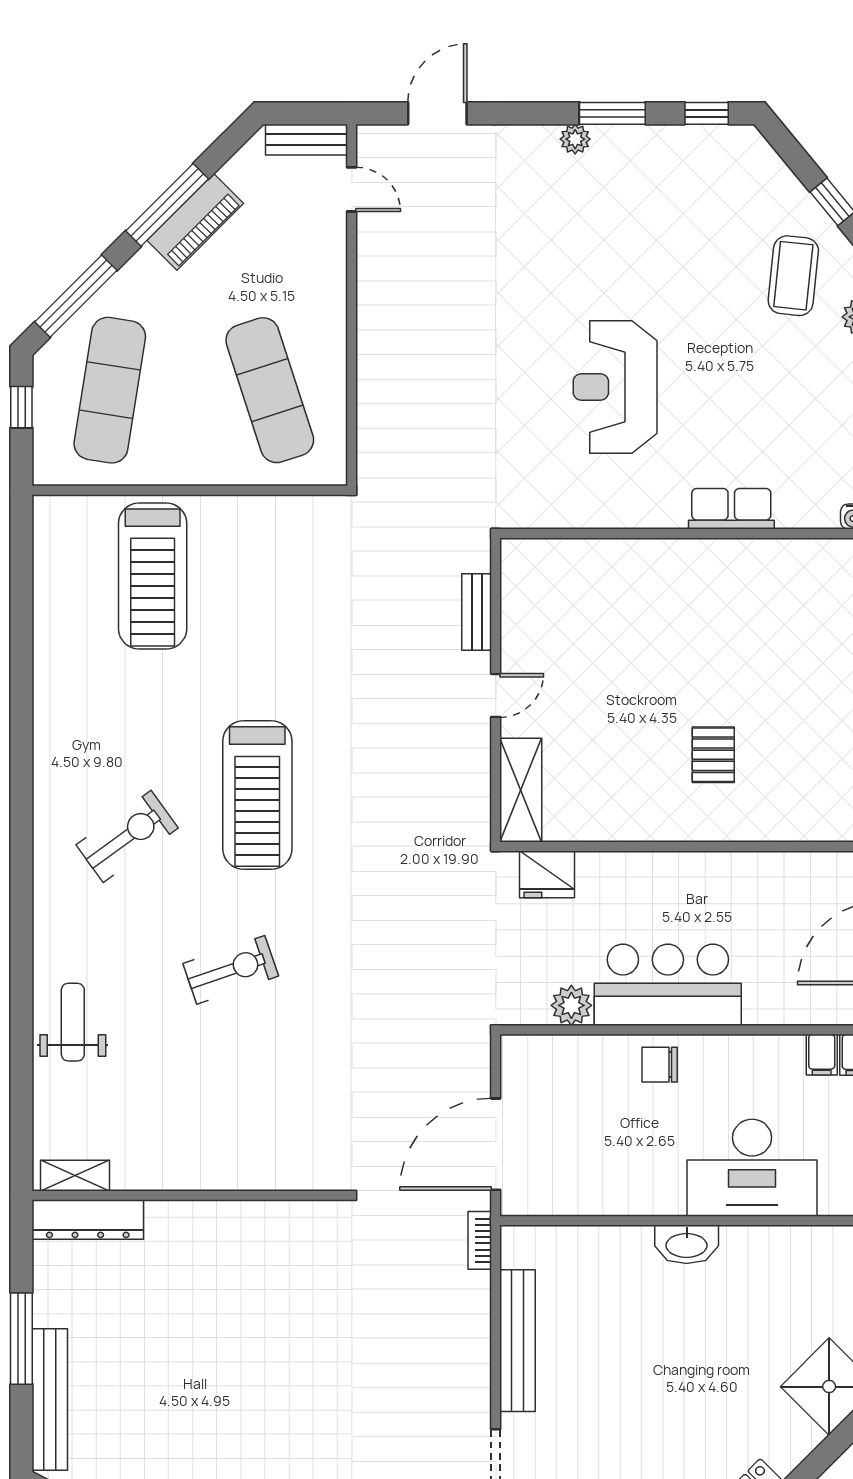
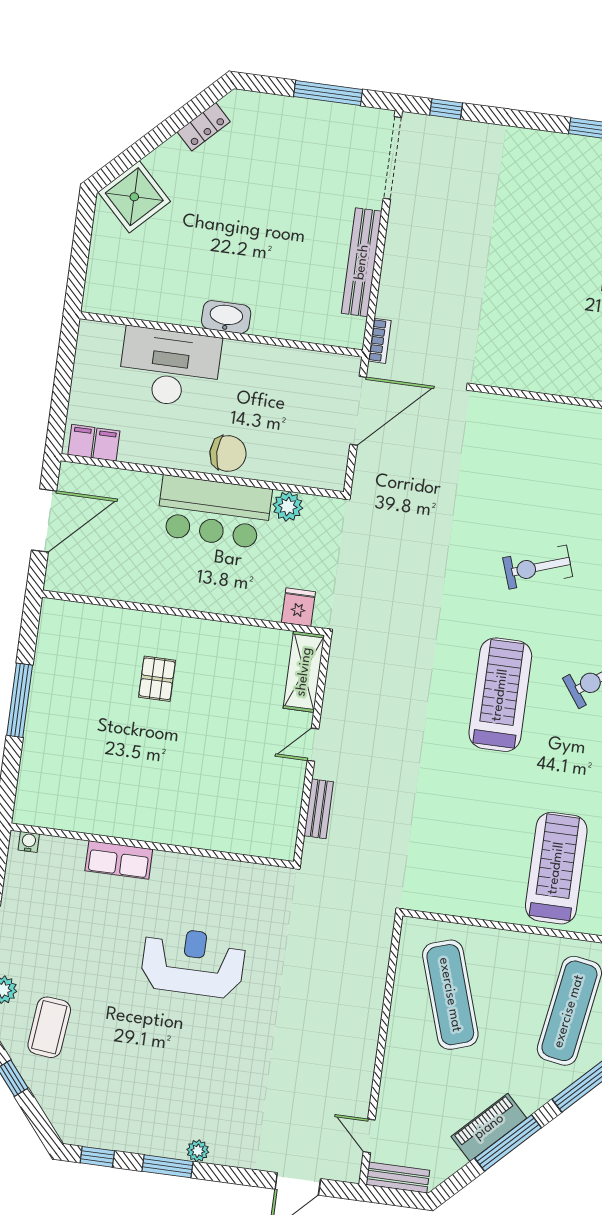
reception desk: (615, 387) -> (193, 962), turned -90
fridge: (547, 874) -> (298, 607), width x0.72
chair: (660, 1065) -> (228, 453), width x1.37, depth x1.37

